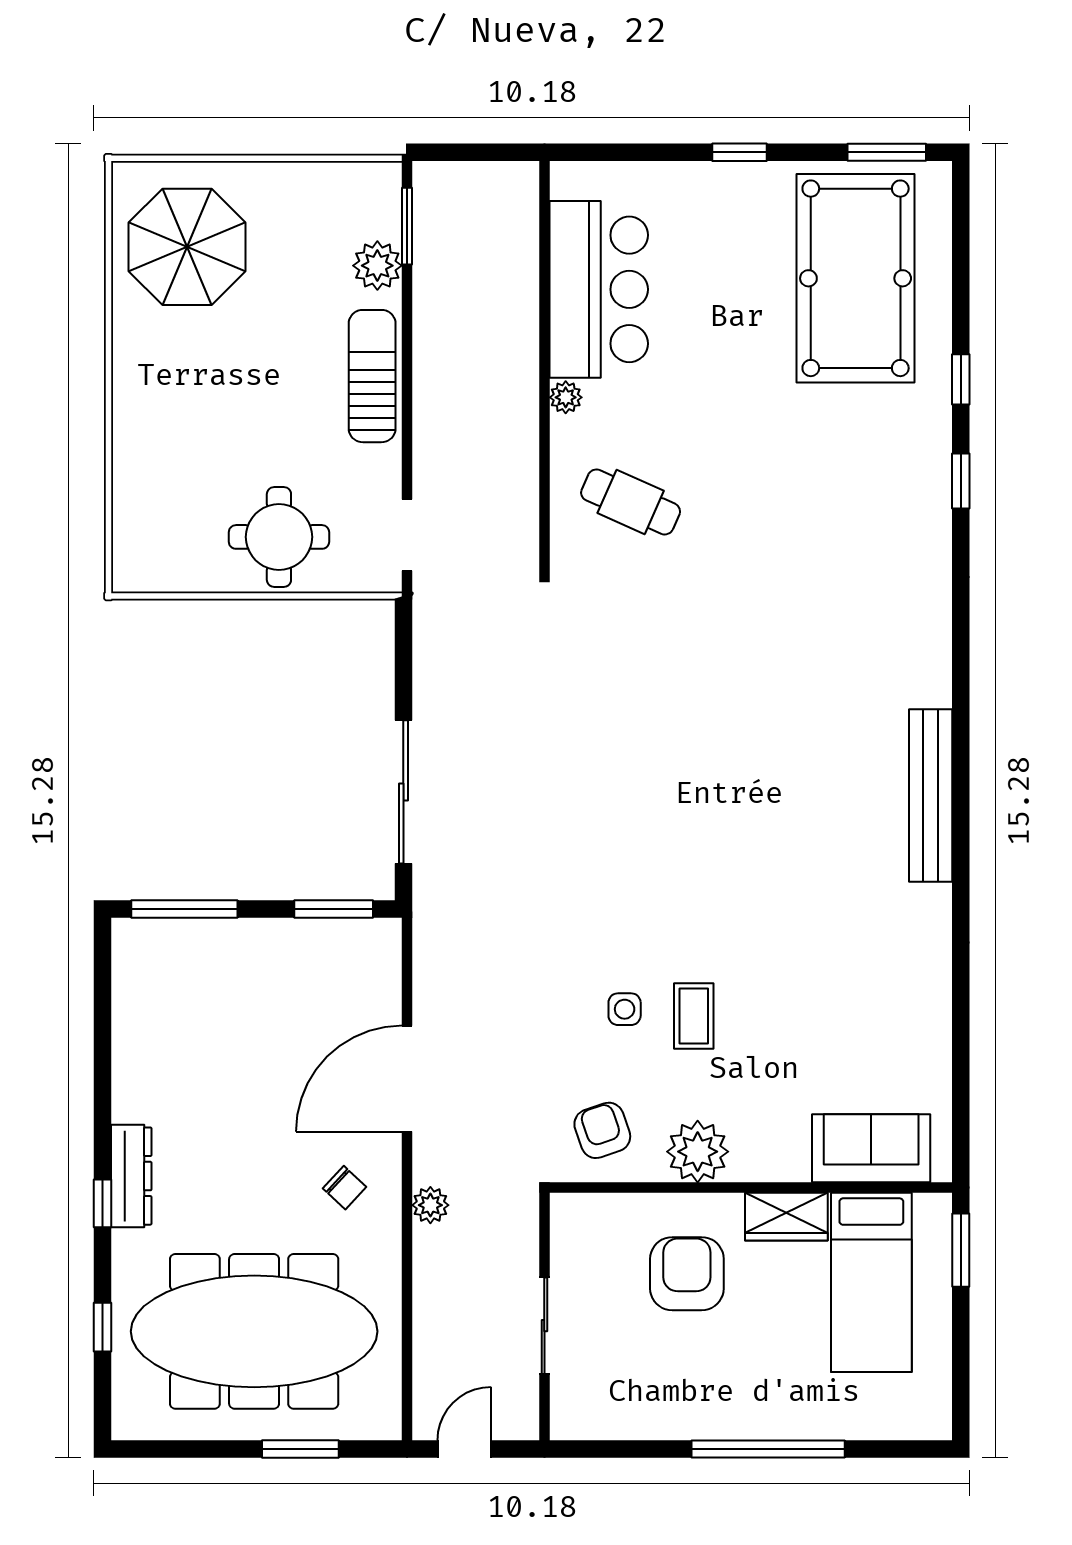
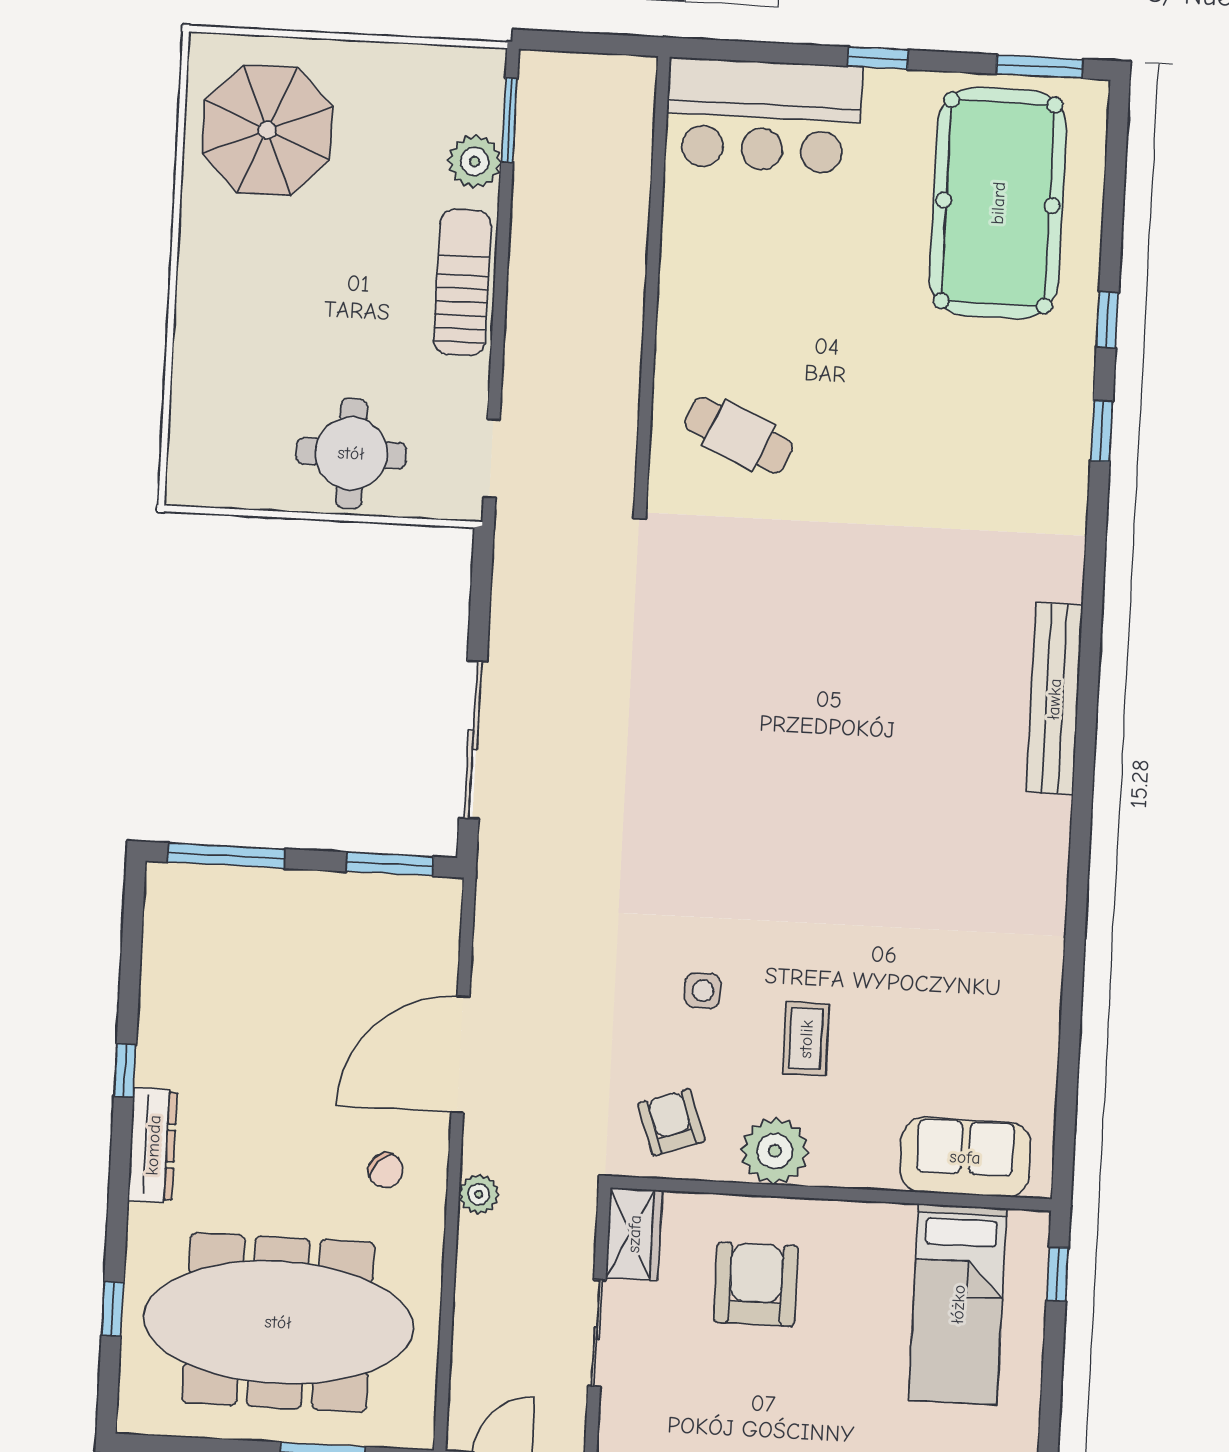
bar counter: (599, 289) -> (764, 116), moved, turned 90
plant: (566, 397) -> (673, 317), removed
bench: (931, 796) -> (1054, 699), moved
coffee table: (694, 1016) -> (806, 1039), moved
window: (103, 1203) -> (125, 1070), moved
wardrobe: (786, 1217) -> (634, 1234), moved, turned -90
window: (961, 1250) -> (1057, 1274), width x0.67

